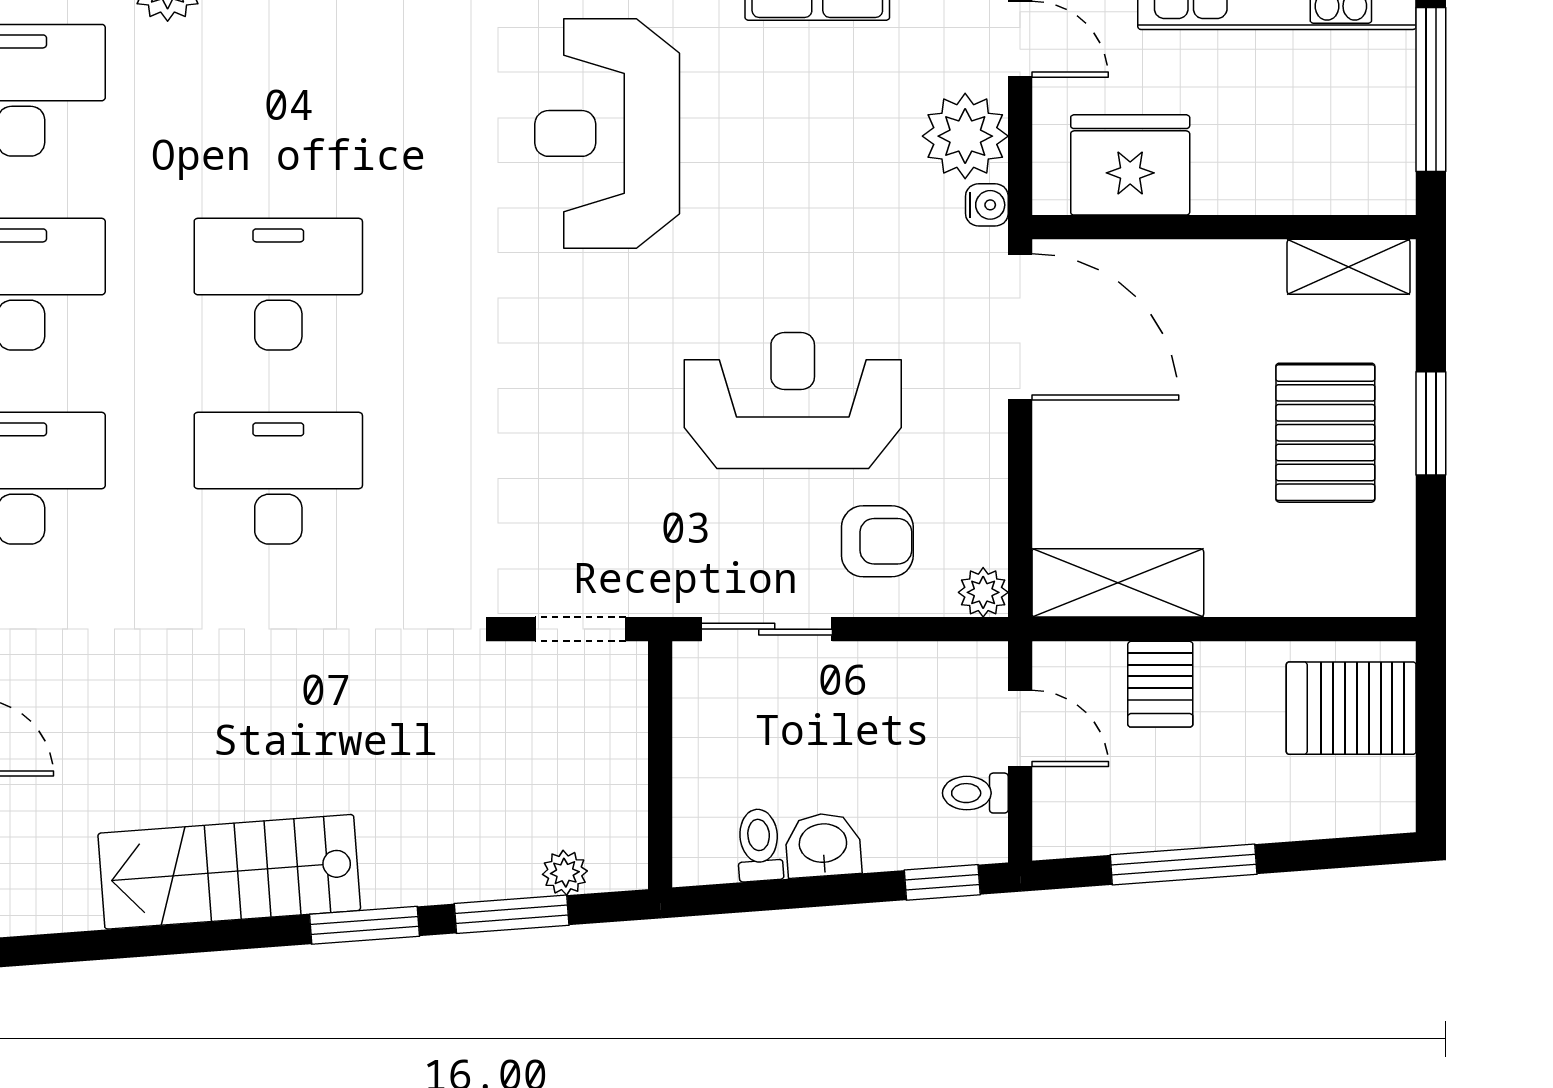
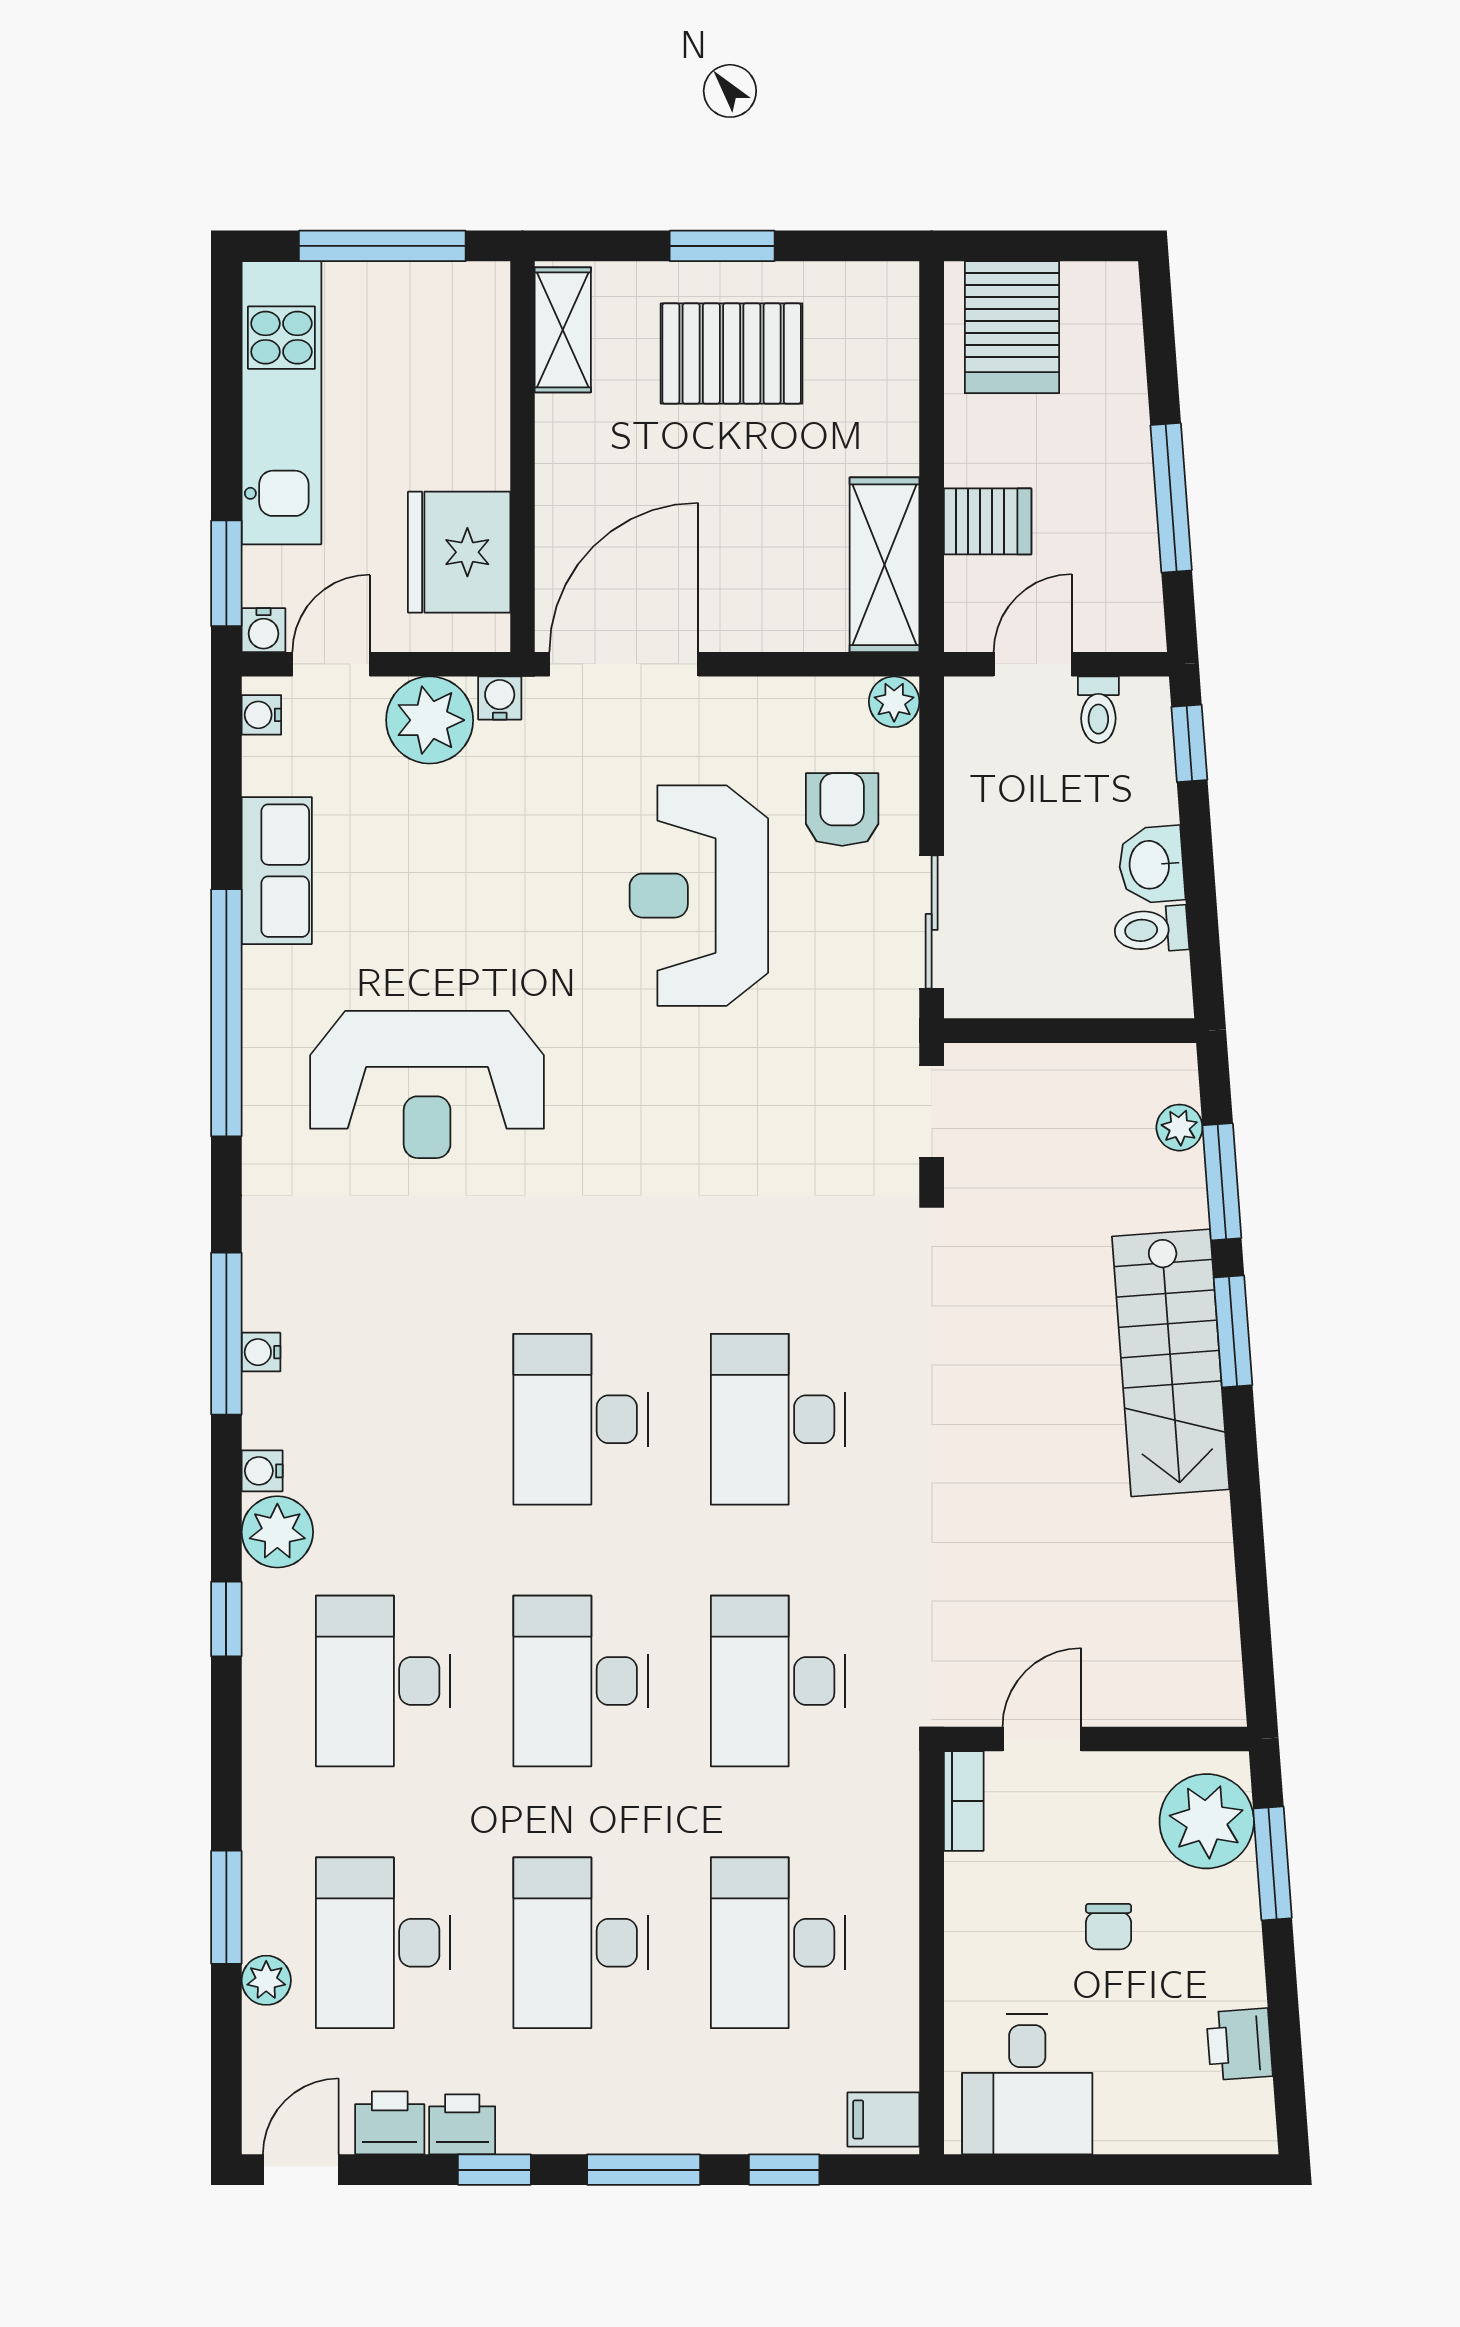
stairs: (229, 872) -> (1171, 1363), moved

